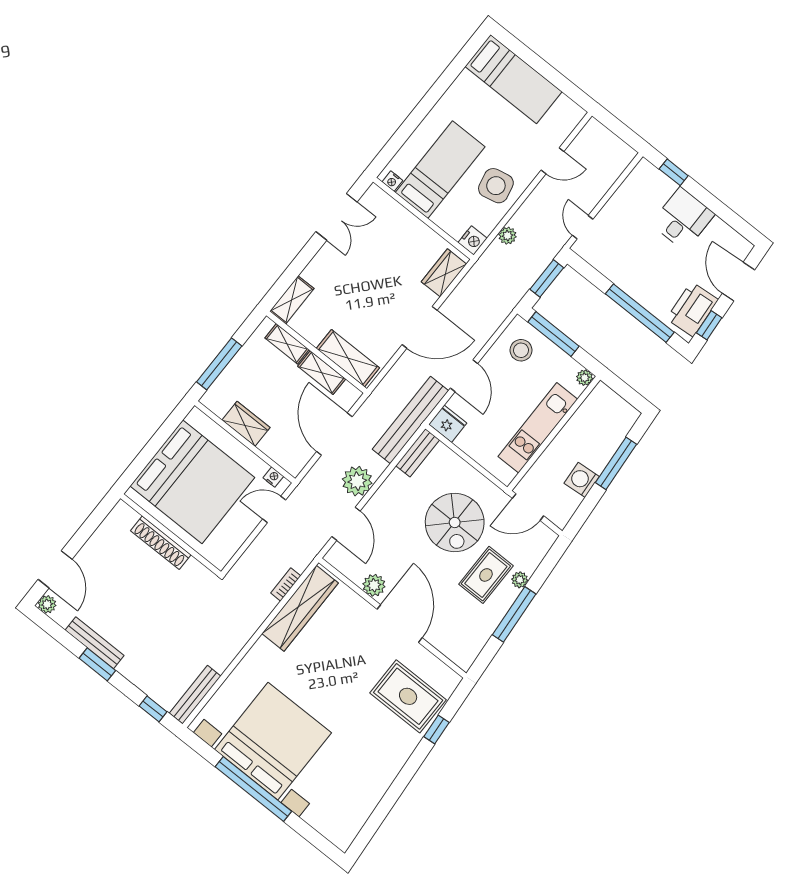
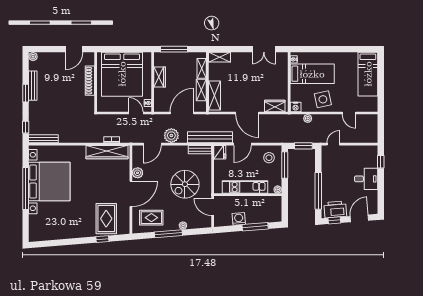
door: (55, 569) -> (74, 49), moved
rug: (486, 575) -> (151, 218), moved

